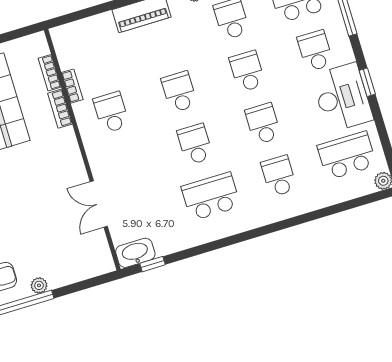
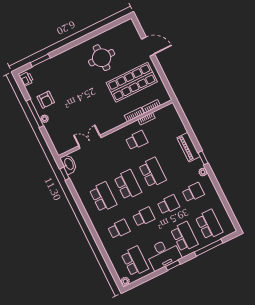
school desk: (315, 51) -> (184, 237), width x1.85
school desk: (179, 92) -> (153, 172), width x1.85
school desk: (195, 144) -> (128, 185), width x1.85

